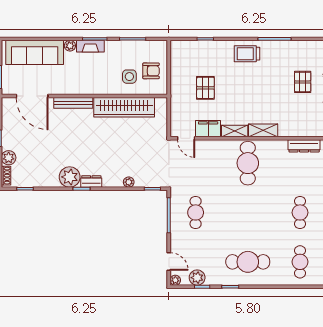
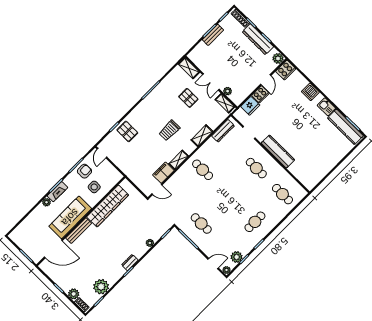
sofa: (35, 52) -> (70, 217), moved, turned 180
door: (169, 52) -> (102, 153), added
trolley: (247, 54) -> (169, 130), moved
armchair: (151, 71) -> (84, 171), moved
pallet: (205, 88) -> (127, 131), moved
shelving: (263, 130) -> (202, 136), moved
cafe table: (248, 163) -> (203, 170), width x0.73, depth x0.74
plant: (70, 177) -> (101, 287), moved
cafe table: (248, 262) -> (255, 222), width x0.73, depth x0.74

